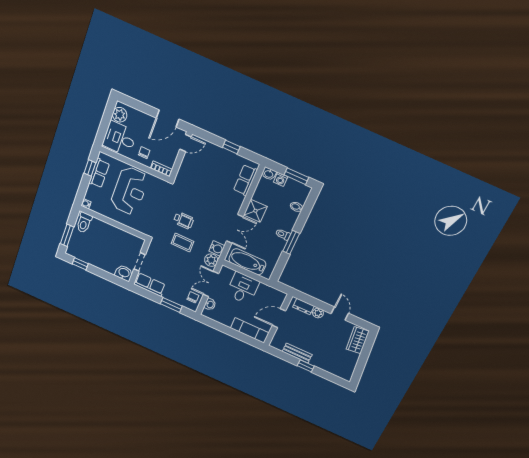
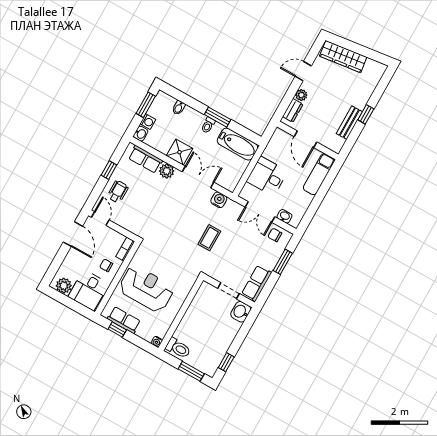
wheelchair: (184, 220) -> (118, 192), moved
plant: (211, 260) -> (167, 171), moved
bathtub: (247, 262) -> (238, 144), moved, turned -90
wardrobe: (358, 340) -> (343, 57), width x1.50

